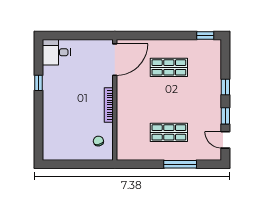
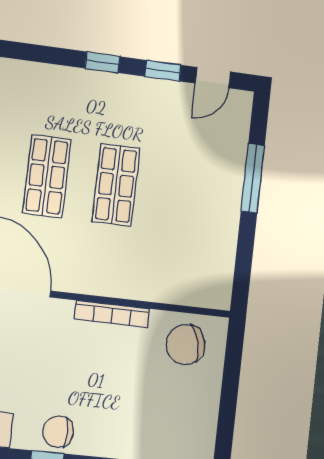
chair: (52, 86) -> (58, 432), added
shop shelf: (169, 132) -> (116, 185), moved
chair: (98, 141) -> (185, 345), width x1.87, depth x1.87

